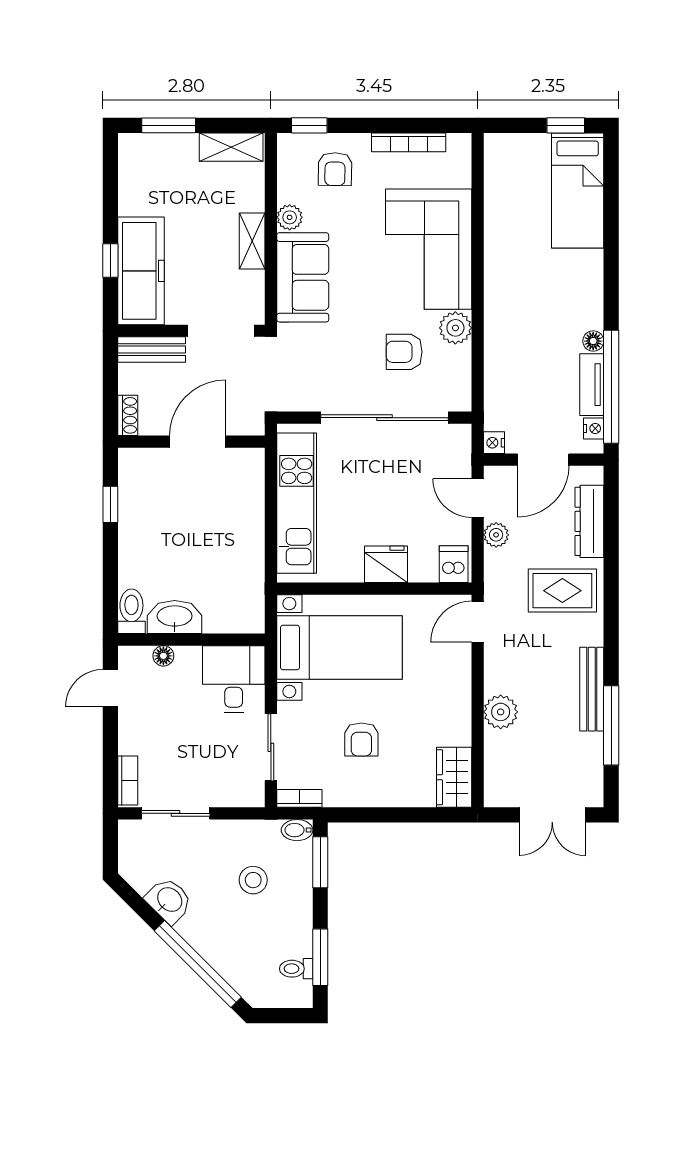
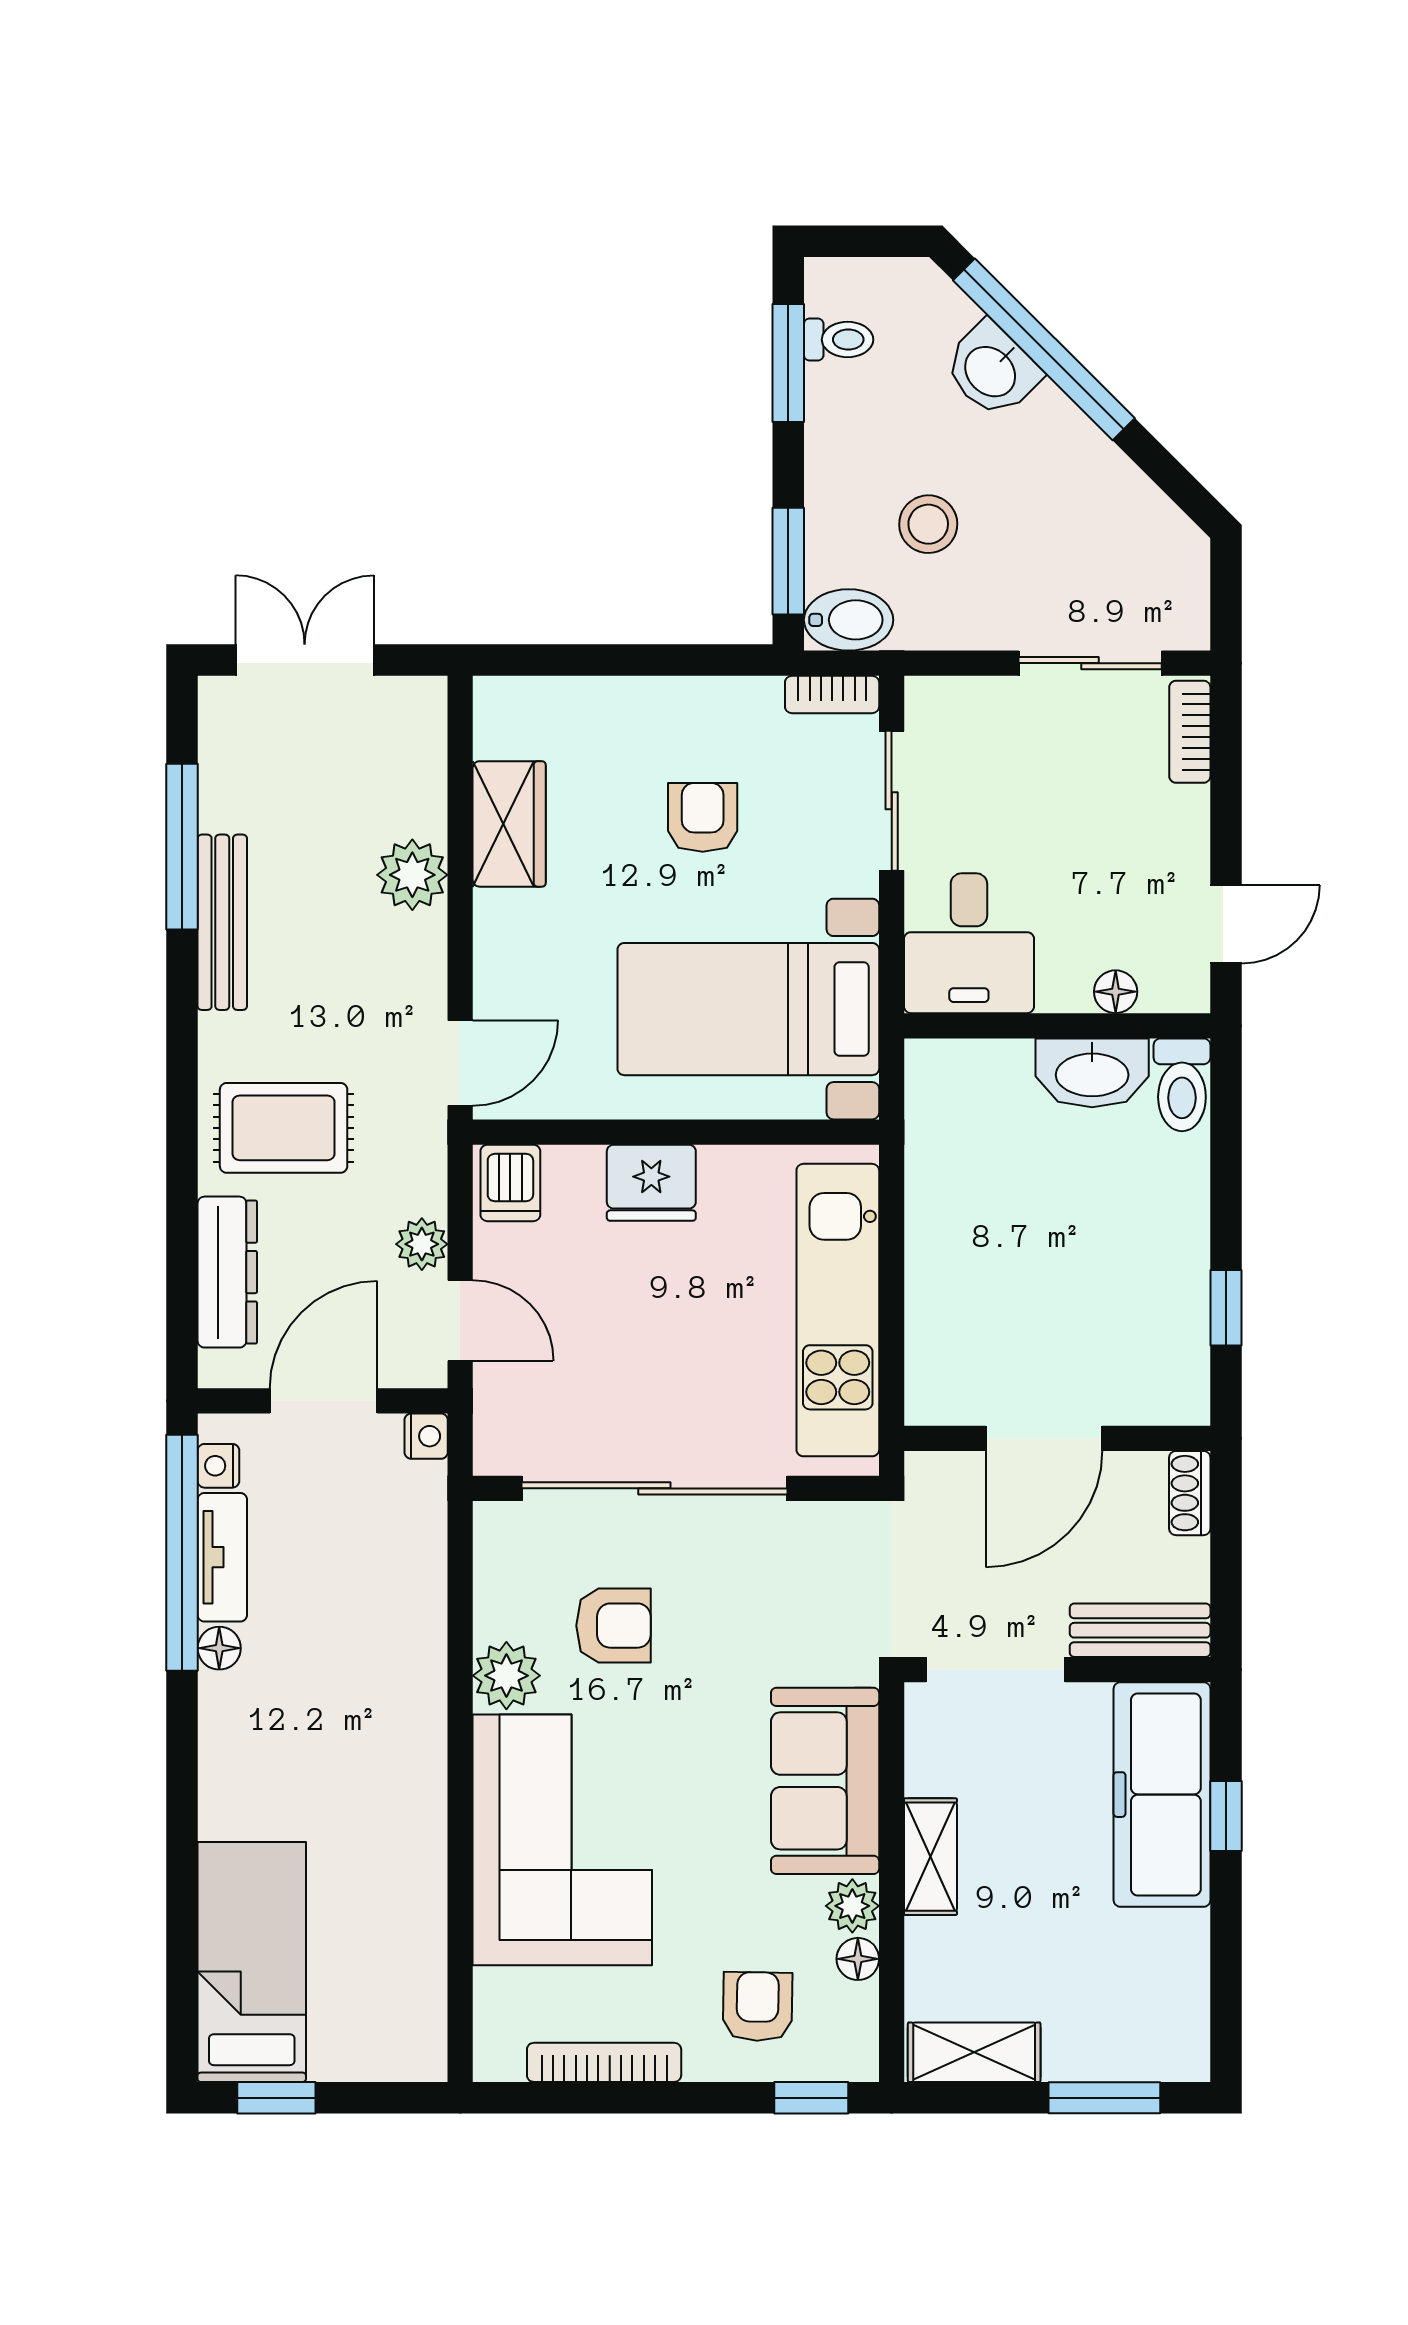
floor lamp: (287, 192) -> (858, 1959), added
wardrobe: (454, 777) -> (509, 824), moved
bidet: (297, 830) -> (849, 620), width x1.38, depth x1.36
washbasin: (169, 900) -> (992, 370), moved

